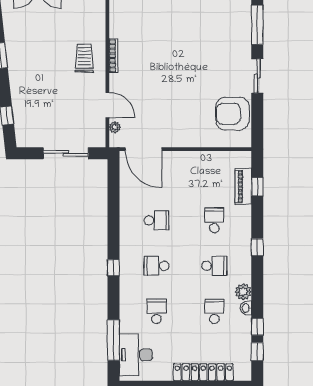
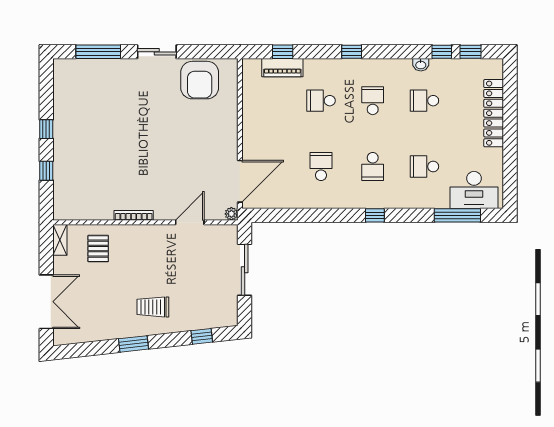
pallet: (84, 25) -> (98, 249), added
trolley: (84, 58) -> (153, 307), moved
plant: (115, 127) -> (231, 214), moved
plant: (243, 292) -> (402, 68), removed

